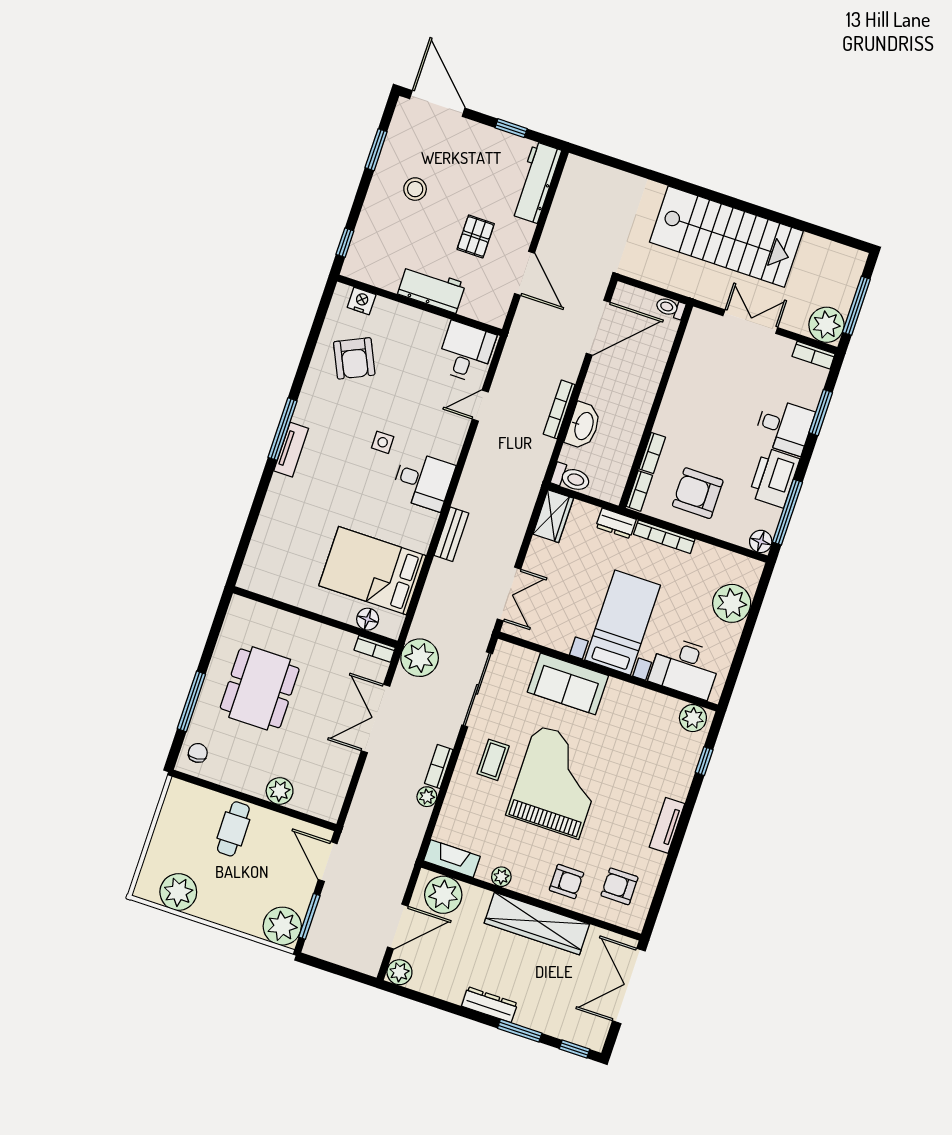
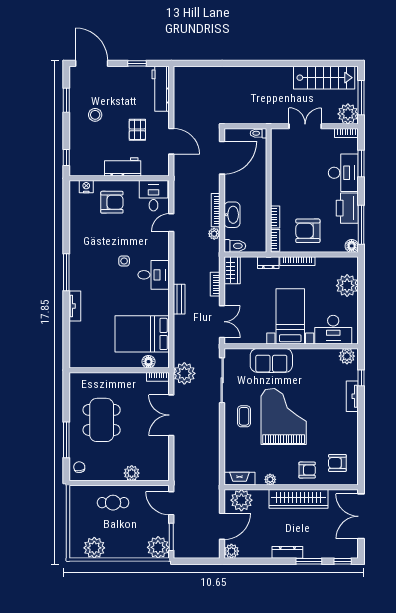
stairs: (726, 237) -> (324, 78), moved, width x0.73, depth x0.66
armchair: (354, 358) -> (112, 202), moved, turned -65
desk: (784, 426) -> (343, 173), width x1.37
tv unit: (291, 450) -> (75, 306), moved
bookcase: (439, 766) -> (215, 284), moved
plant: (427, 797) -> (214, 234), moved
tv unit: (667, 825) -> (352, 396), moved
cafe table: (233, 829) -> (113, 503), turned 90

